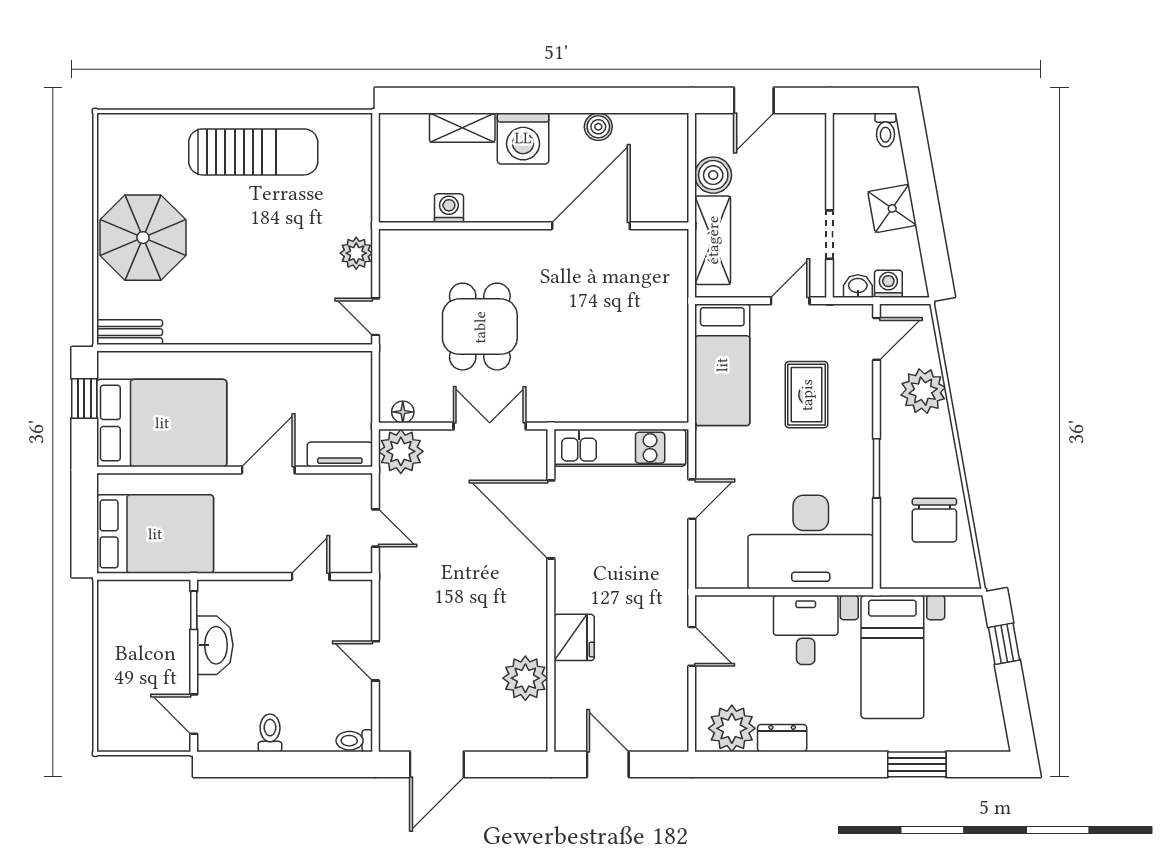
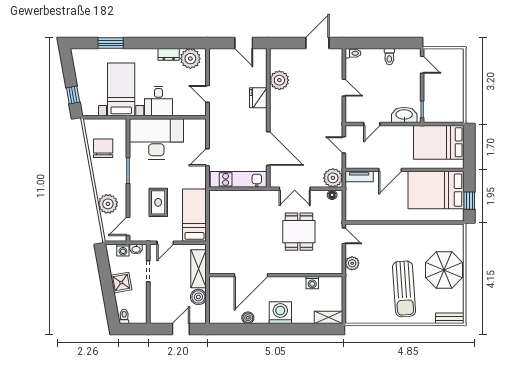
shelving: (462, 128) -> (328, 317), moved
sun lounger: (253, 152) -> (404, 289), moved, turned -94
bench: (130, 332) -> (450, 318), moved
washbasin: (215, 645) -> (404, 115), moved, turned 90

